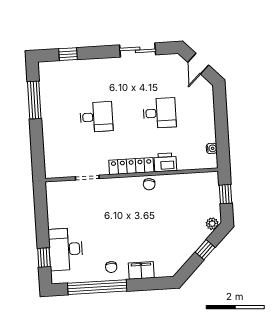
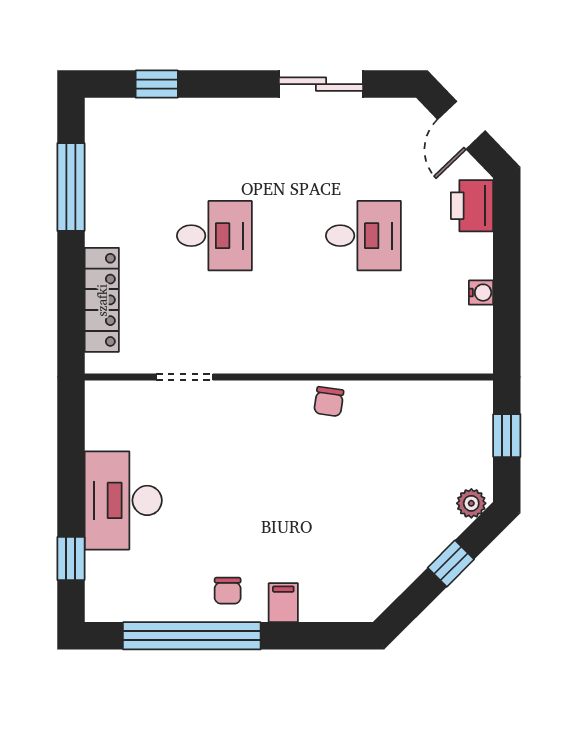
water cooler: (212, 148) -> (481, 293), moved
printer: (165, 162) -> (472, 206), moved, turned -90
locker: (131, 166) -> (102, 300), moved, turned 90
desk: (66, 249) -> (123, 500), moved
filing cabinet: (141, 270) -> (283, 603), width x0.50

